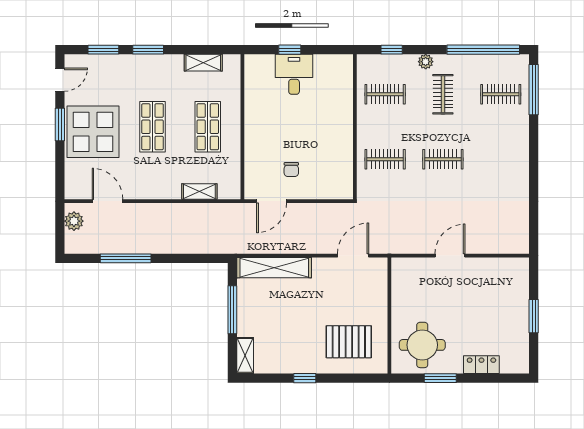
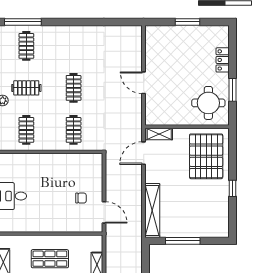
door: (353, 256) -> (144, 153), hinge flipped
pallet: (349, 342) -> (206, 156), width x1.37, depth x1.41
shelving: (245, 355) -> (159, 134), moved

